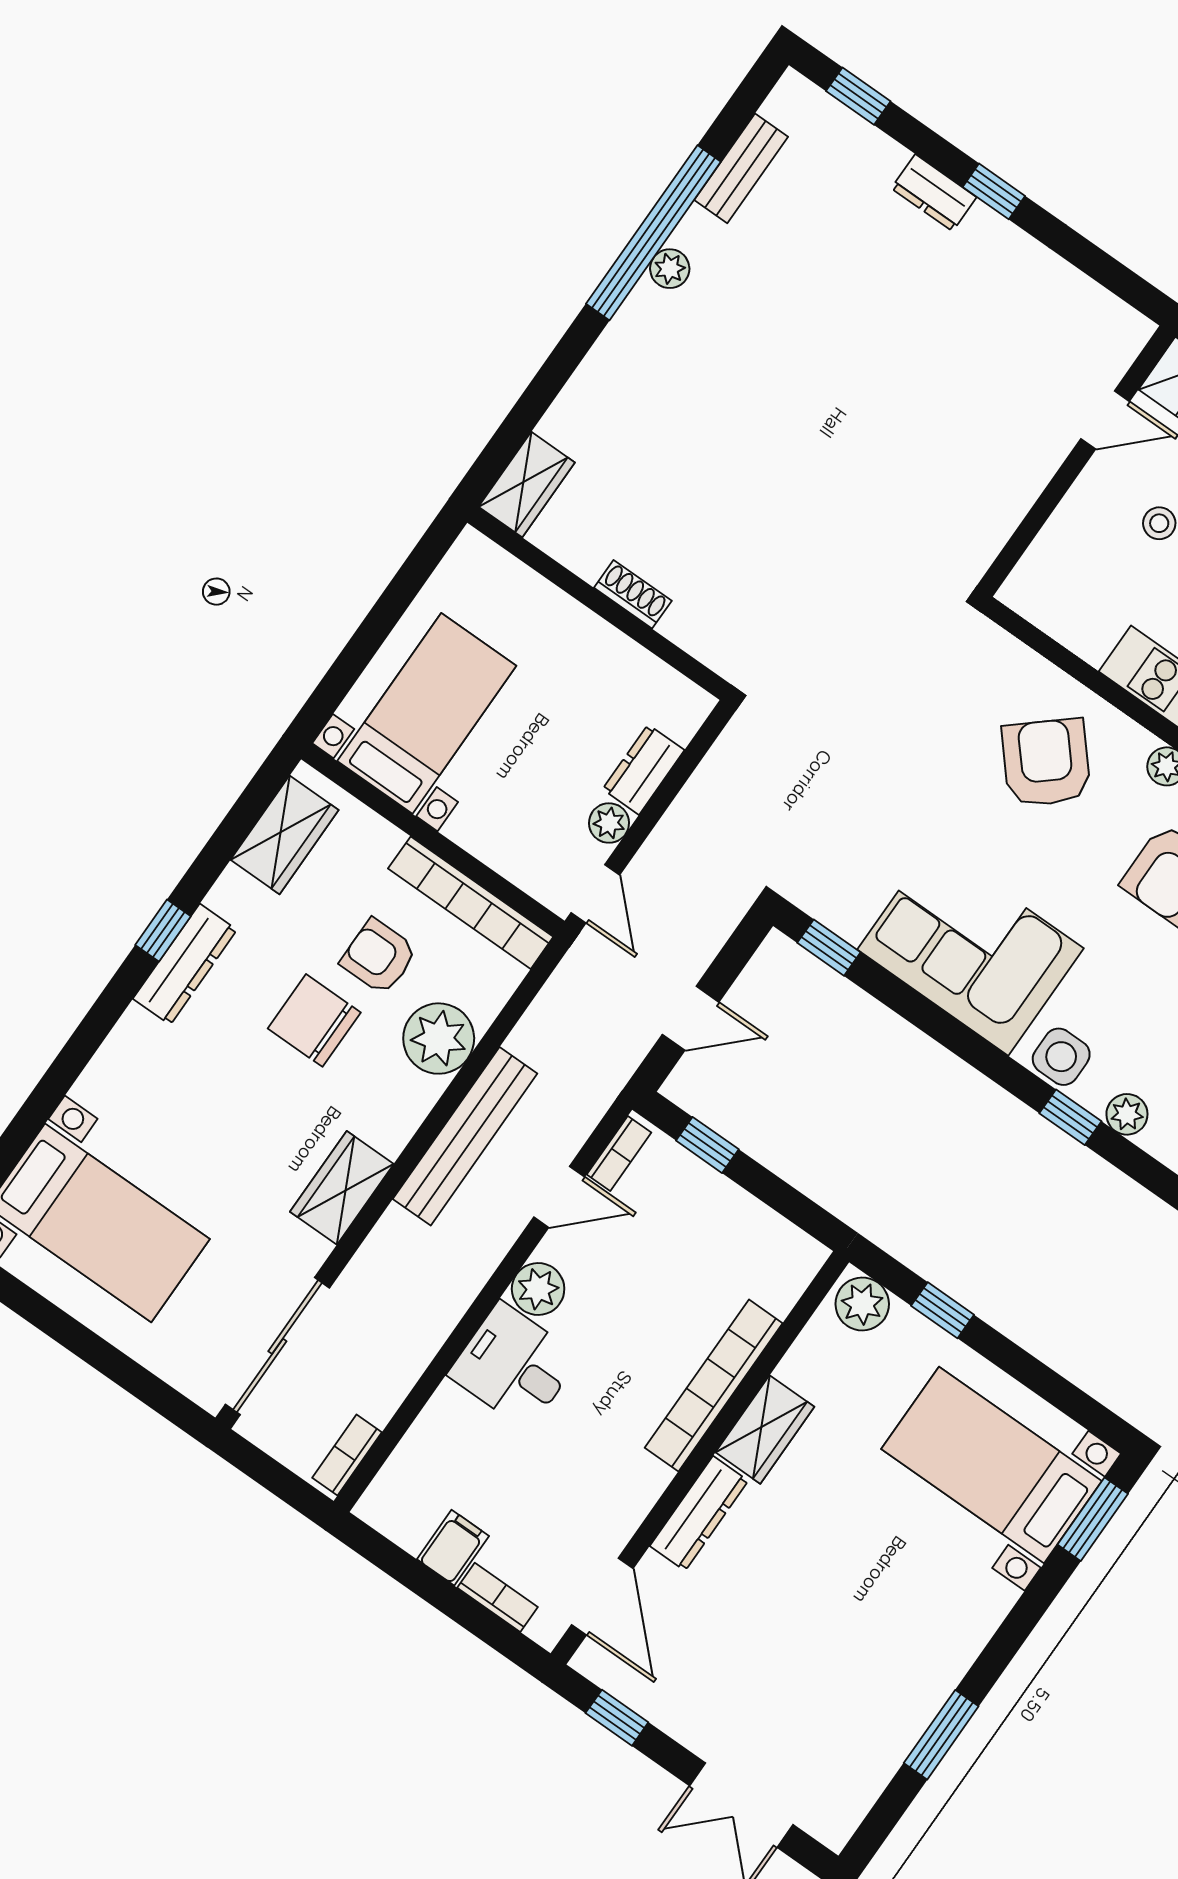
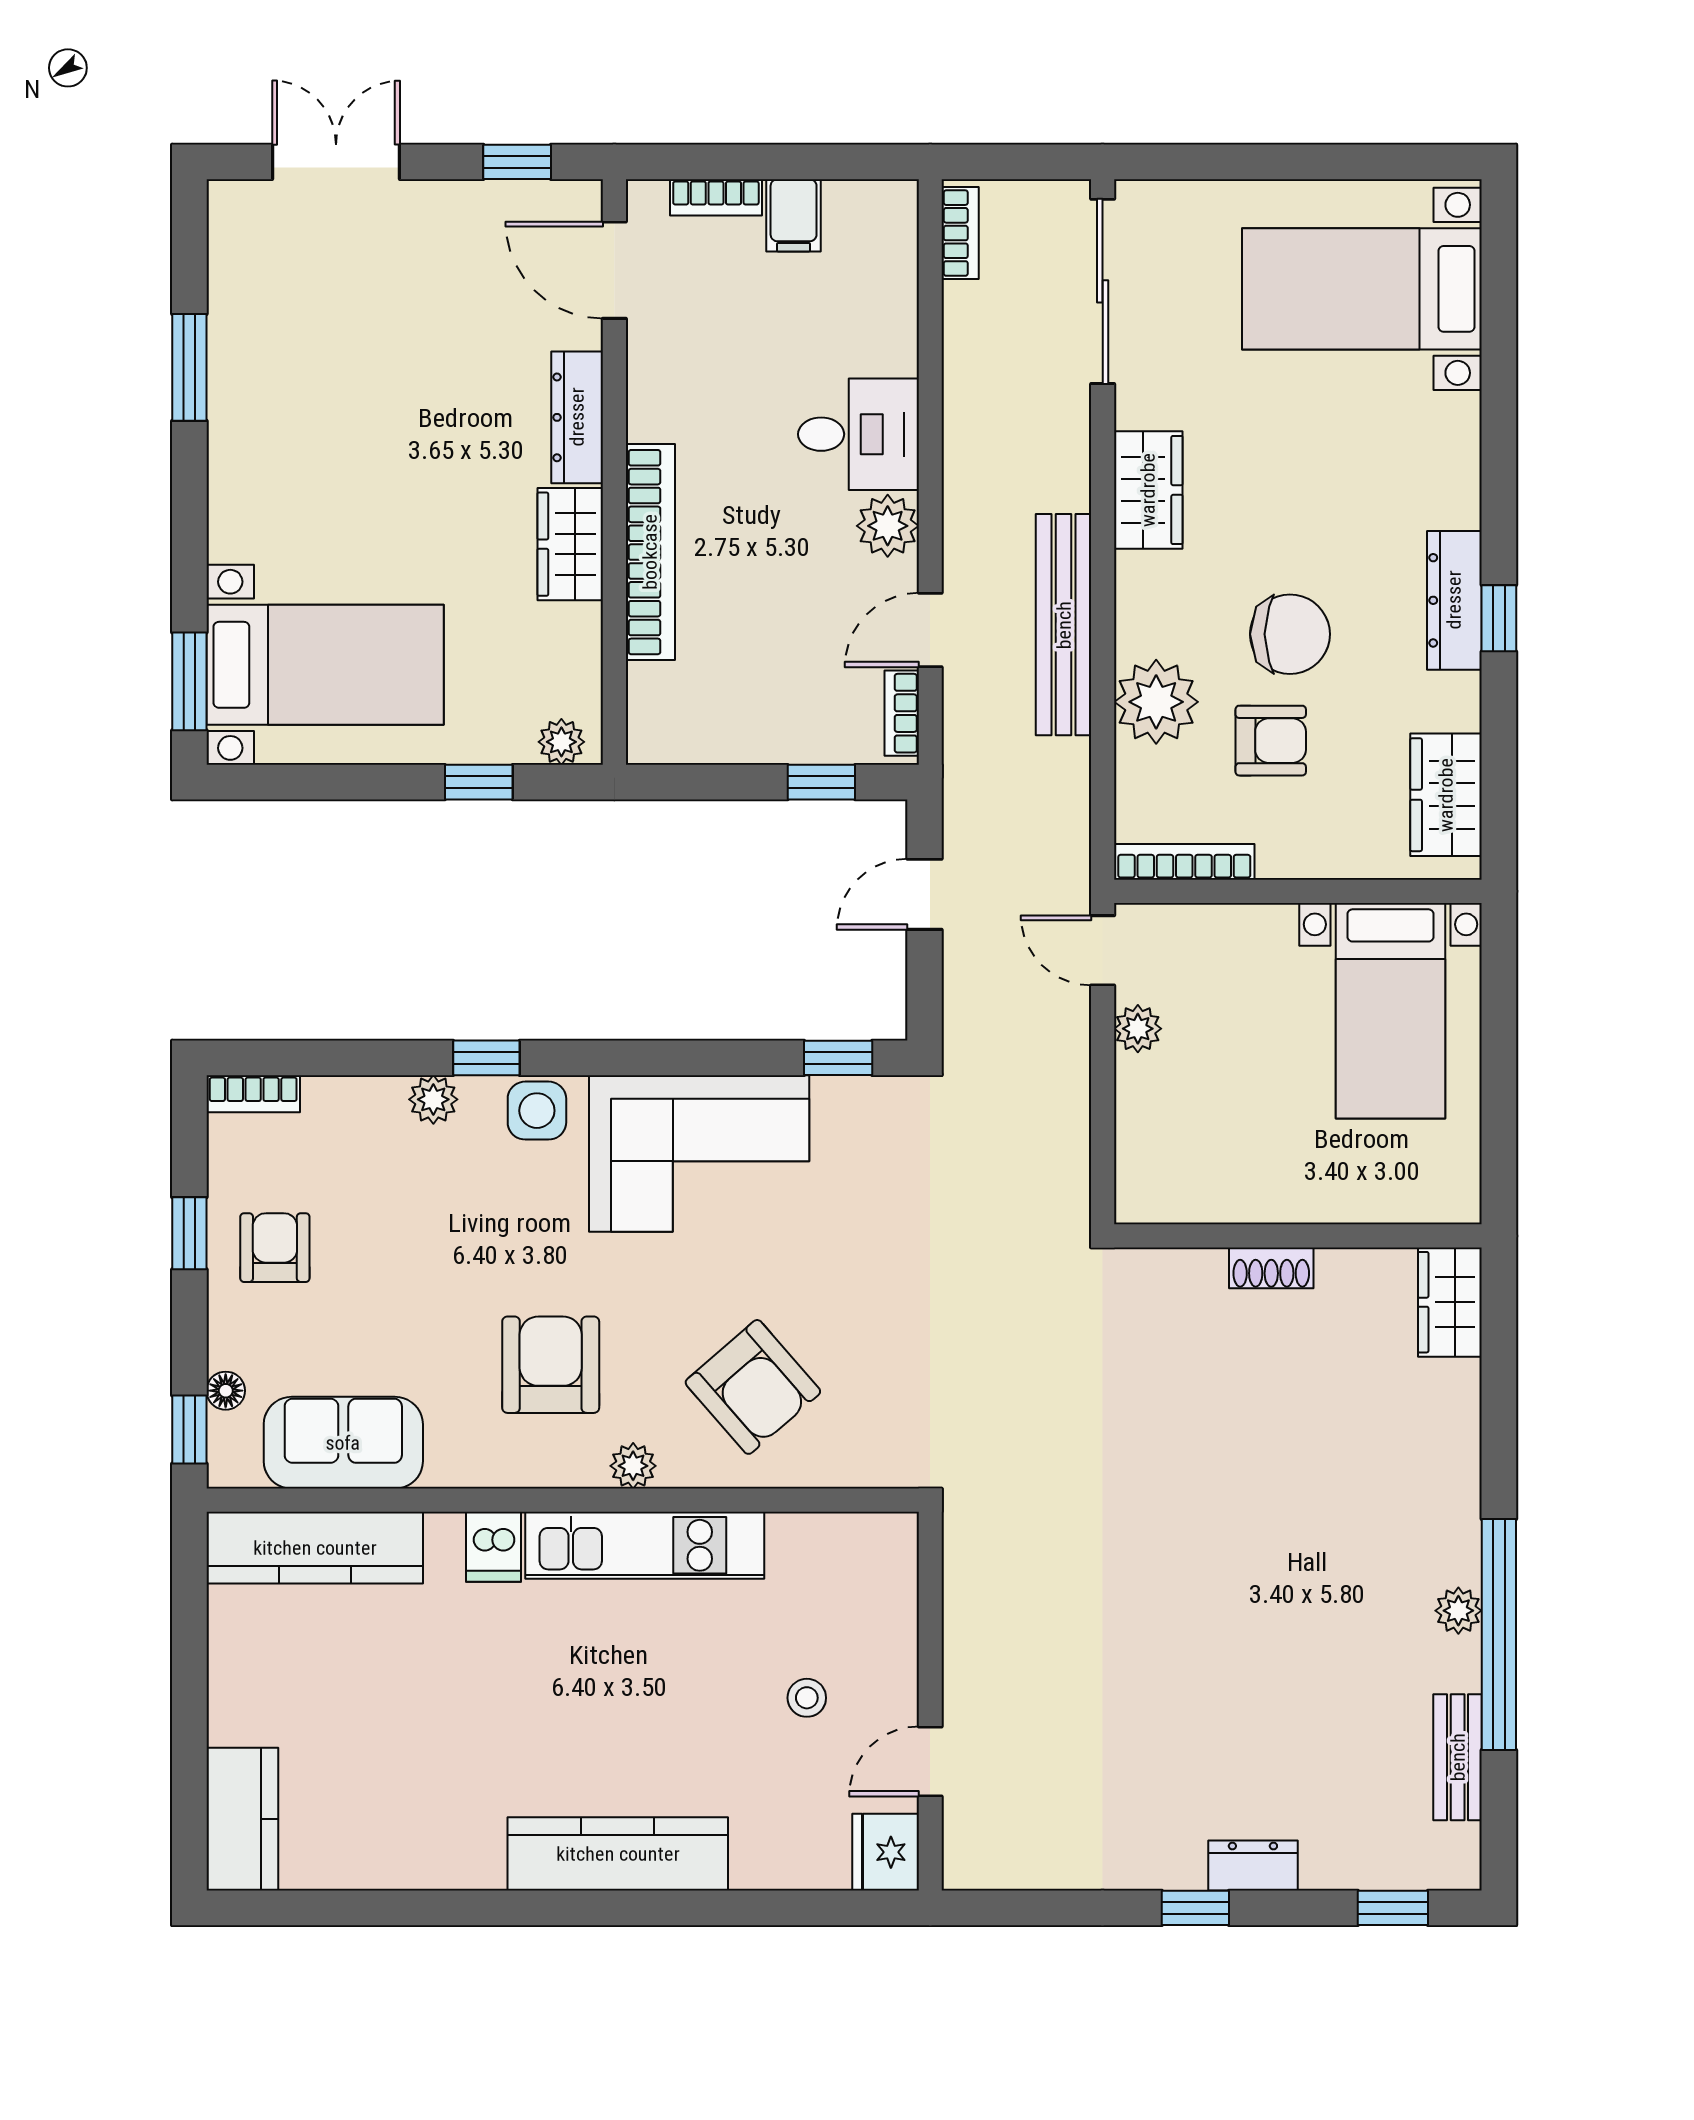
dresser: (644, 770) -> (1141, 1104), removed
bookcase: (471, 903) -> (1184, 862), width x0.68, depth x0.76
plant: (862, 1304) -> (561, 742), width x0.73, depth x0.73

